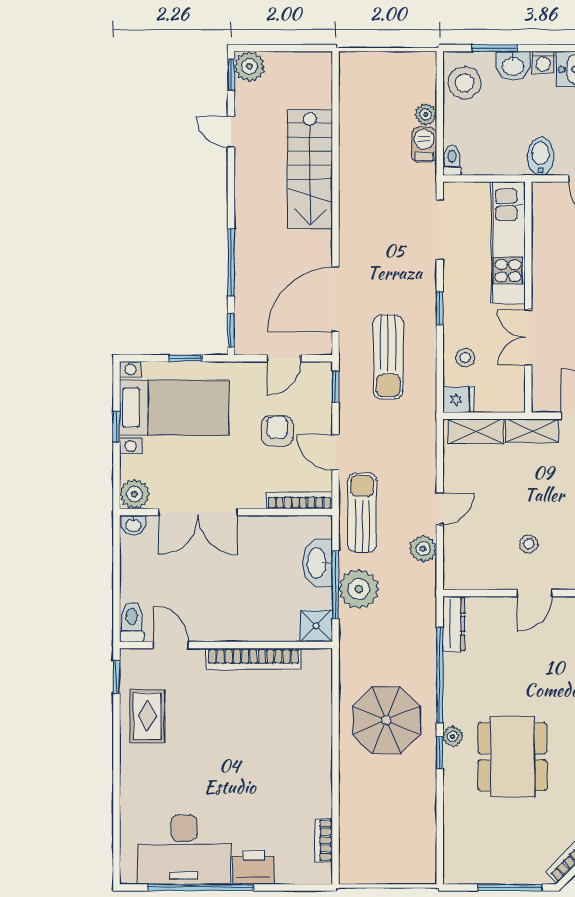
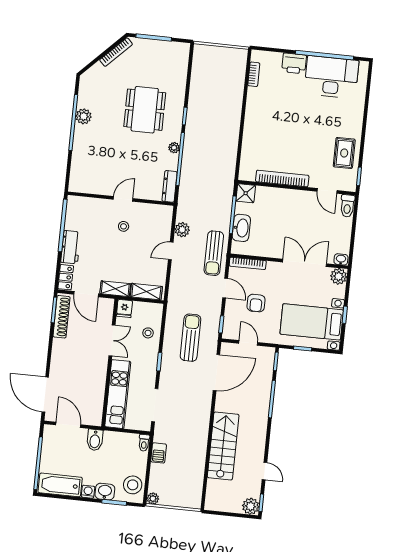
plant: (426, 114) -> (153, 499), moved
door: (284, 358) -> (248, 343), hinge flipped
fridge: (458, 400) -> (124, 308), moved, turned -90
plant: (359, 589) -> (220, 211), removed
parasol: (386, 720) -> (212, 137), removed
plant: (453, 736) -> (174, 148), moved

